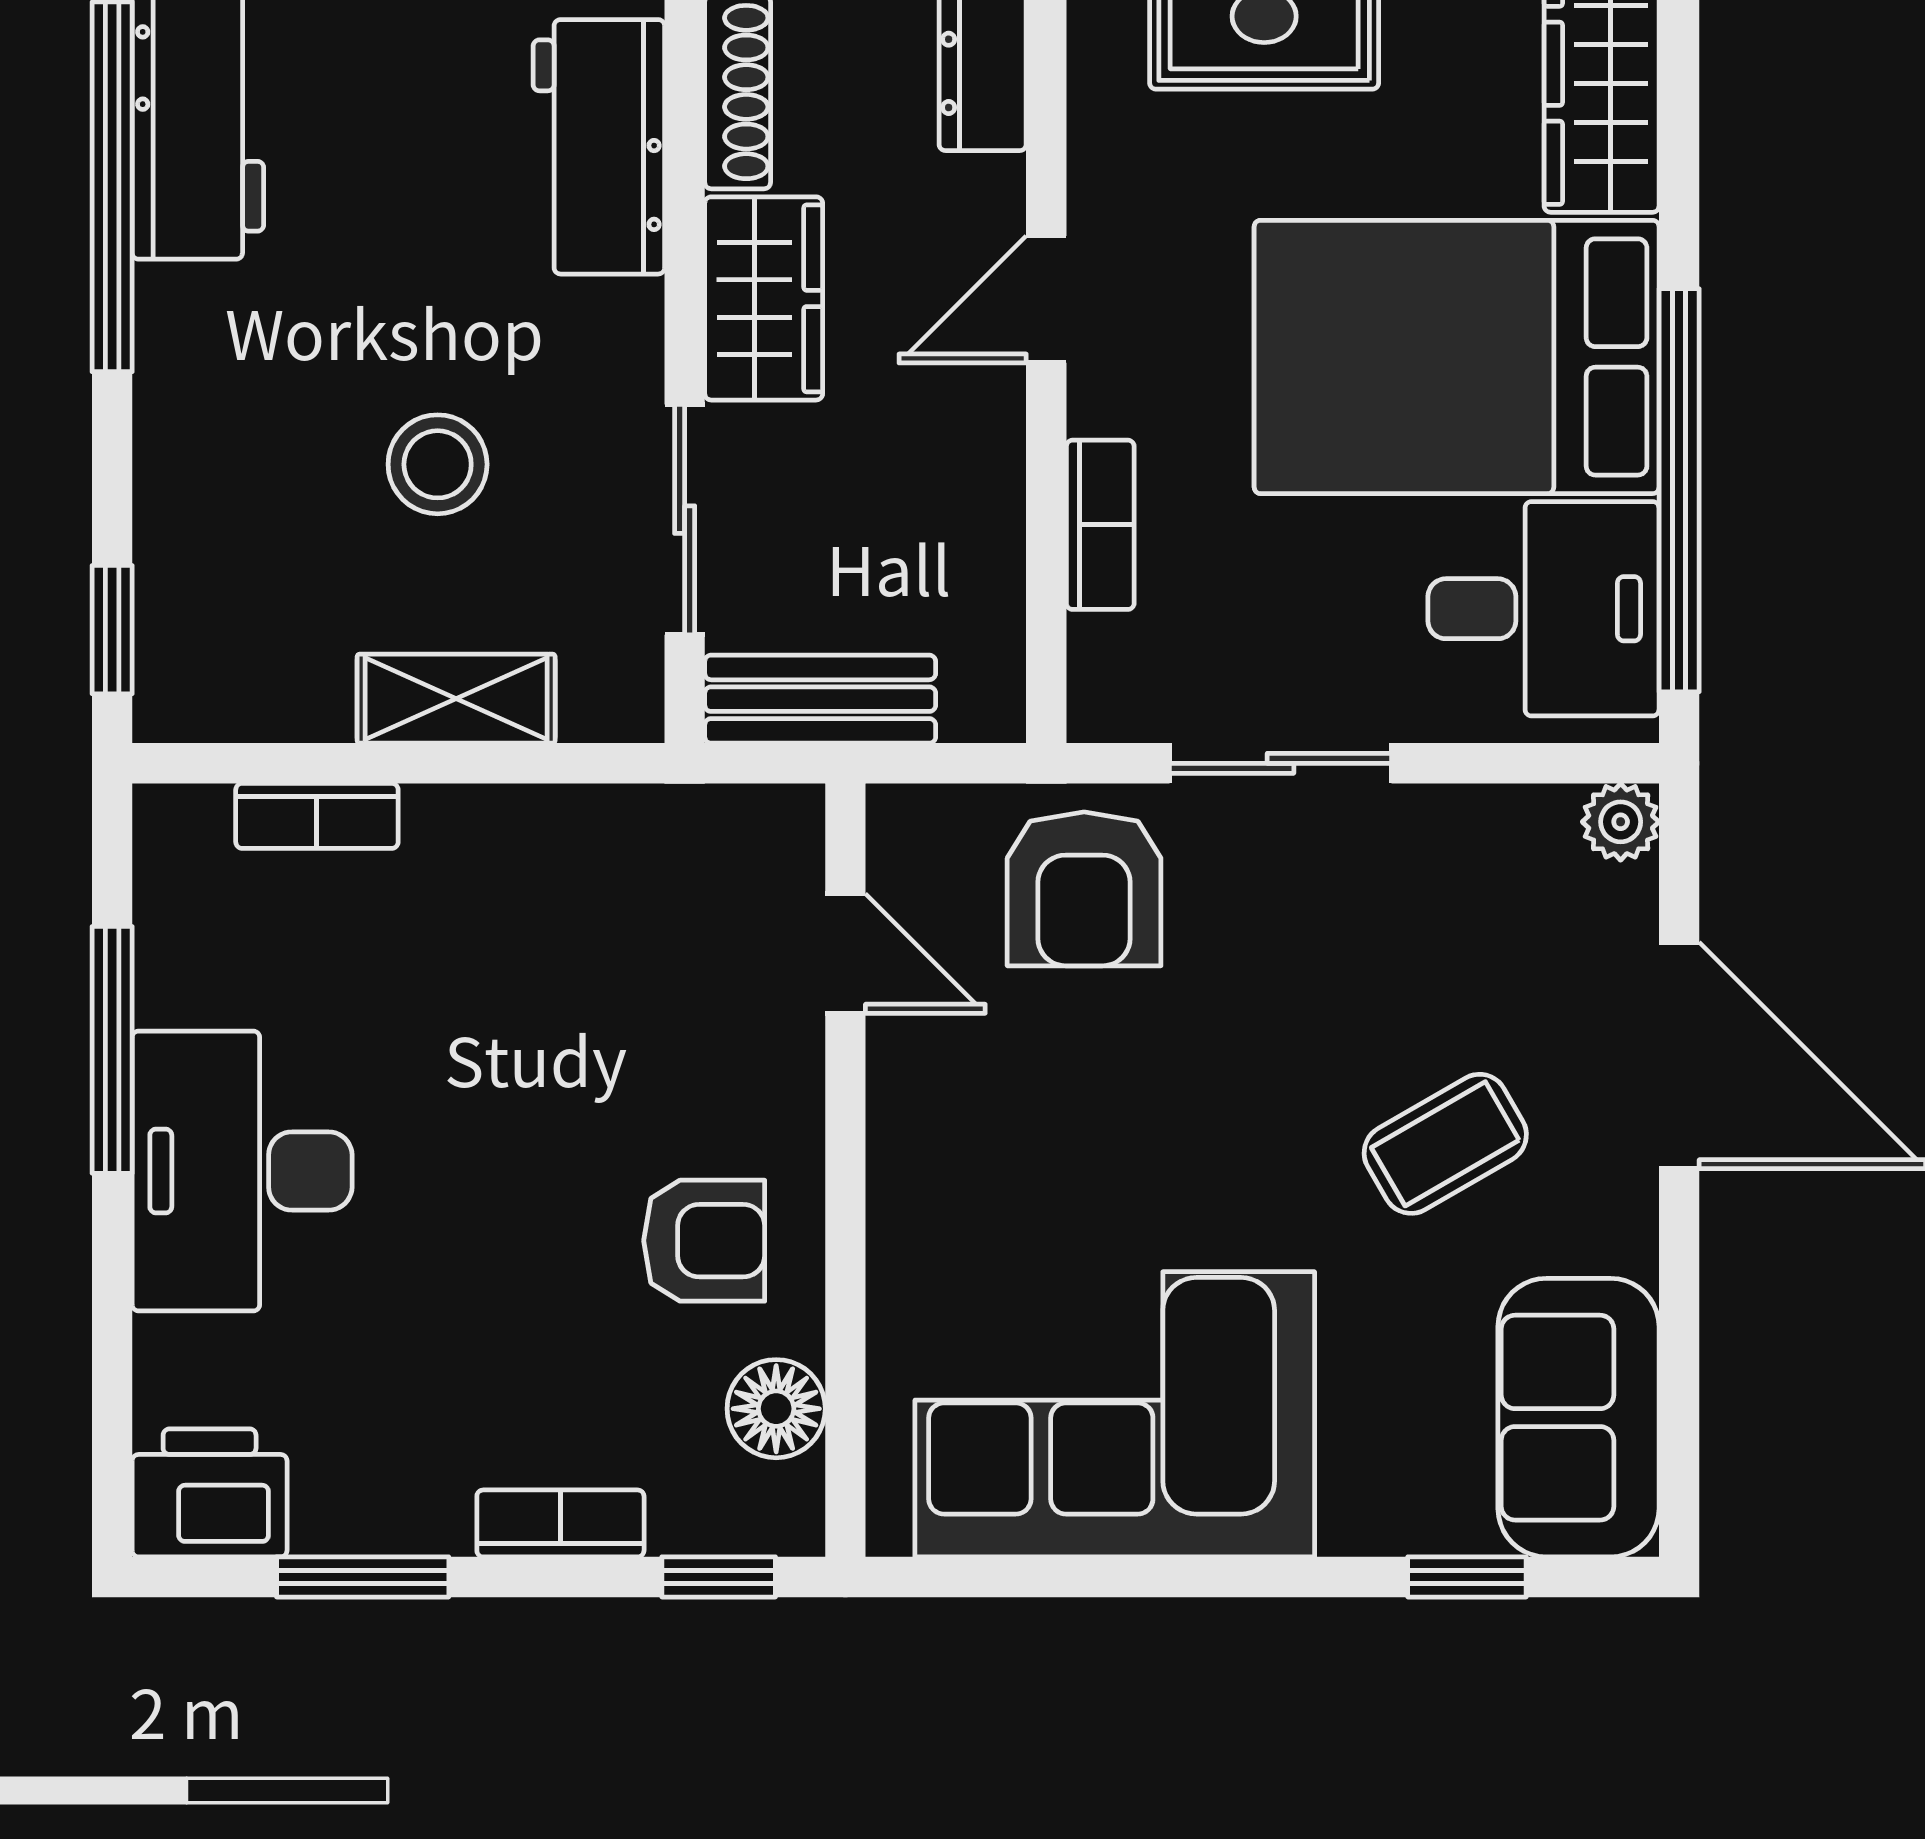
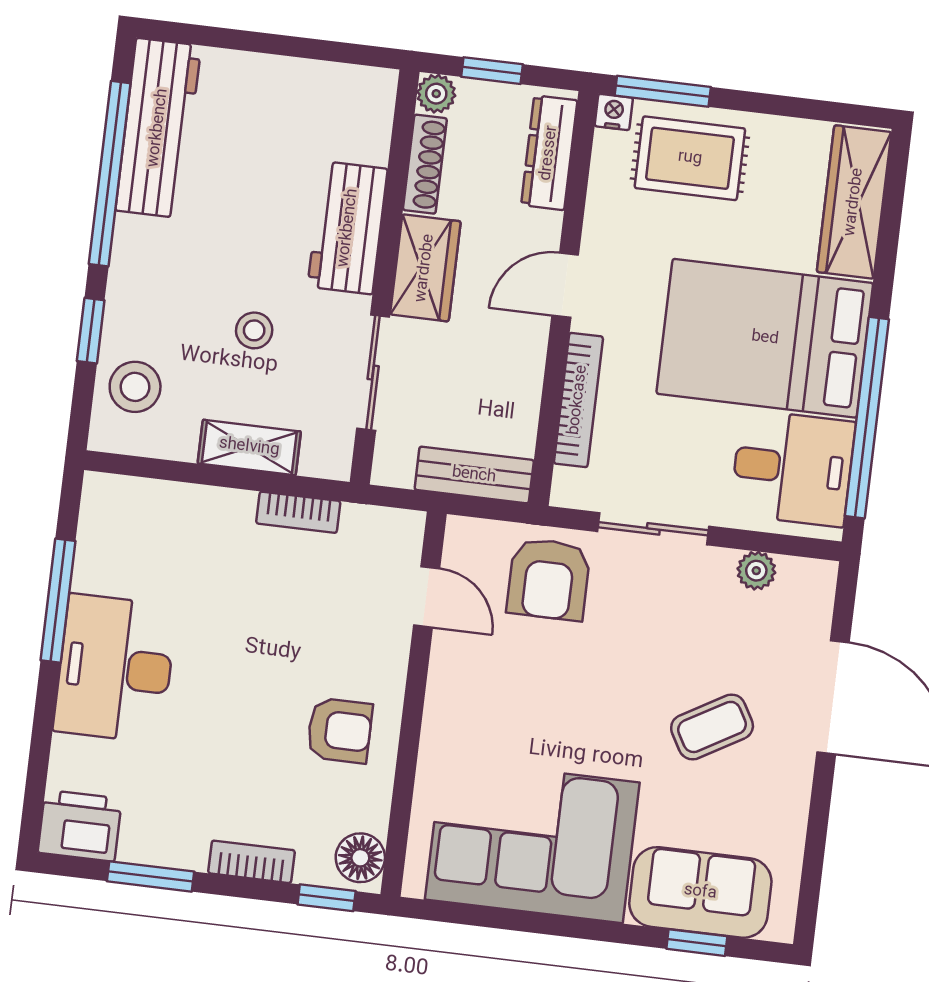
workbench: (599, 147) -> (348, 228), moved
stool: (438, 464) -> (254, 330), width x0.73, depth x0.73
bookcase: (1100, 525) -> (578, 400), width x1.56
stool: (214, 606) -> (135, 387), added
window: (112, 630) -> (91, 331), moved
bench: (820, 699) -> (474, 475), moved
bookcase: (317, 816) -> (298, 512), moved
plant: (1621, 822) -> (756, 571), moved
floor lamp: (776, 1409) -> (360, 858), moved
sofa: (1578, 1418) -> (700, 892), moved, turned 90

